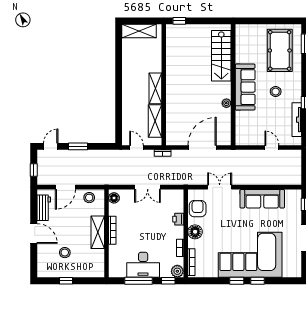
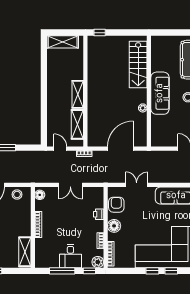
shelving: (98, 232) -> (25, 252), moved
desk: (143, 265) -> (70, 256), width x0.73

